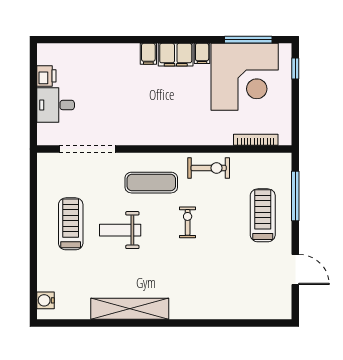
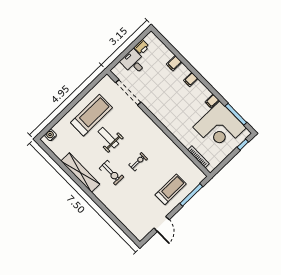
filing cabinet: (176, 55) -> (174, 63), moved, width x0.50
exercise bike: (209, 168) -> (111, 173), moved
exercise mat: (151, 183) -> (140, 131), removed
treadmill: (71, 224) -> (91, 115), width x1.37, depth x1.38

